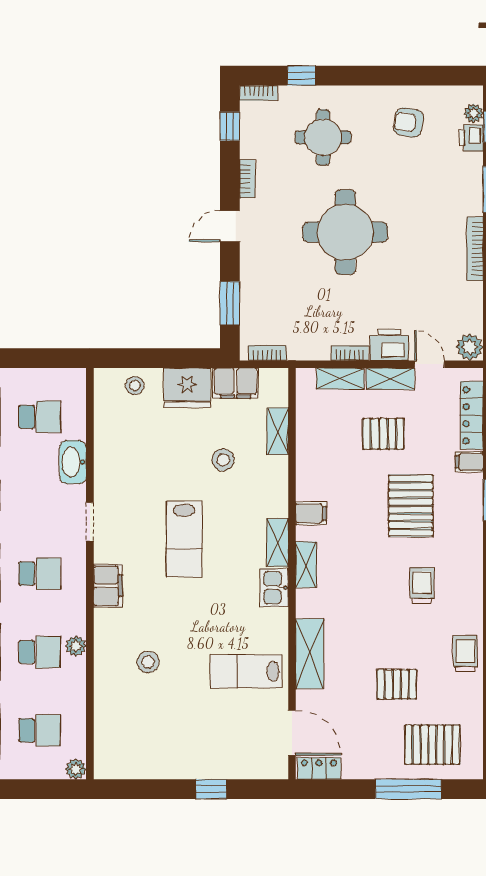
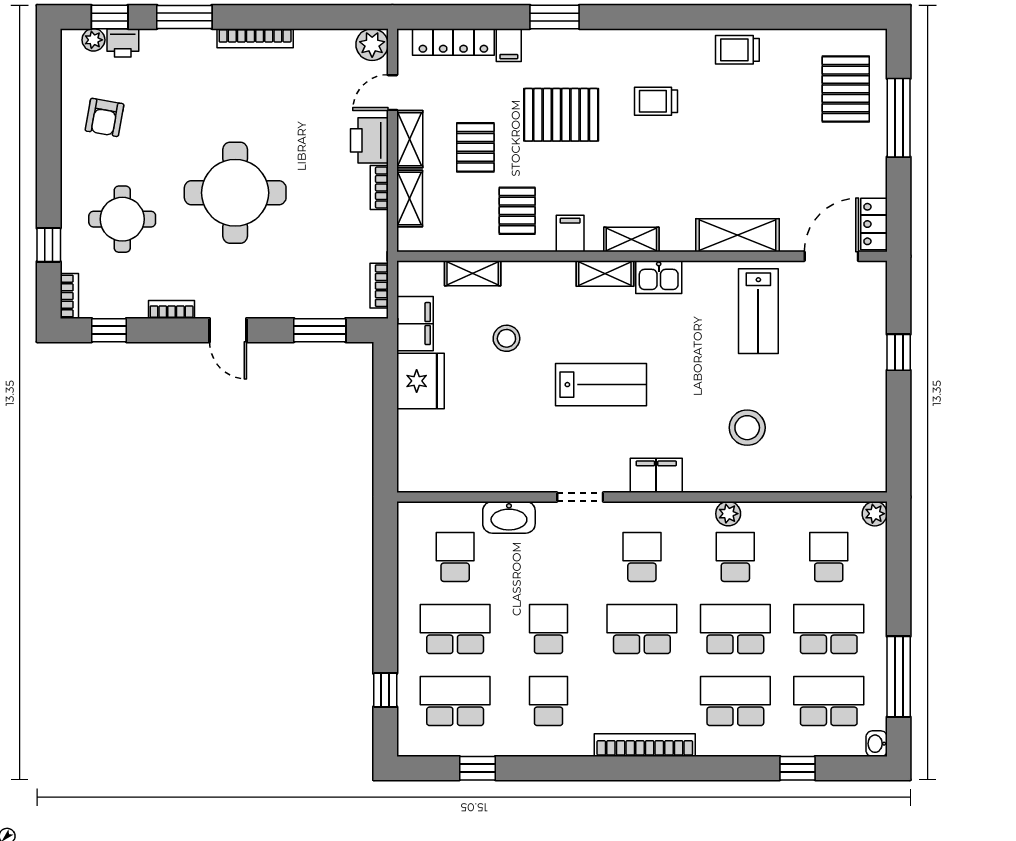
stool: (135, 385) -> (418, 443), removed
stool: (148, 662) -> (747, 428), width x1.38, depth x1.38
pallet: (397, 684) -> (517, 211), moved

